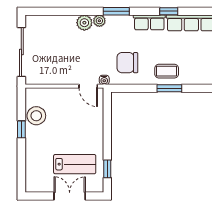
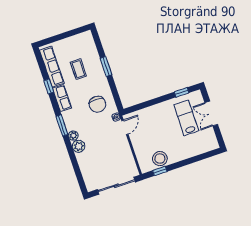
coffee table: (167, 71) -> (78, 69), moved
window: (21, 129) -> (160, 171), moved

